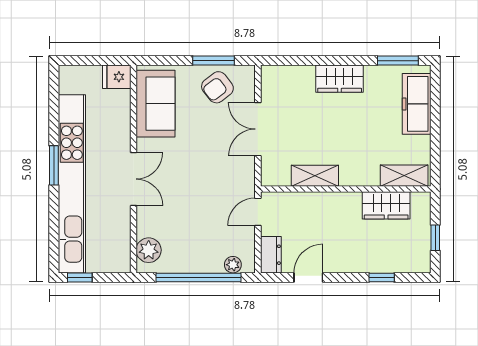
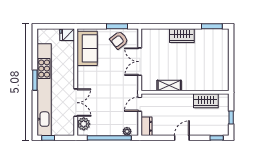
freezer: (417, 104) -> (222, 49), removed
shelving: (404, 176) -> (215, 85), removed
double door: (133, 179) -> (76, 103), moved
door: (308, 277) -> (182, 138), moved
window: (382, 277) -> (217, 138), moved

